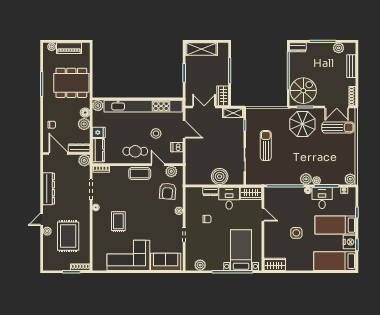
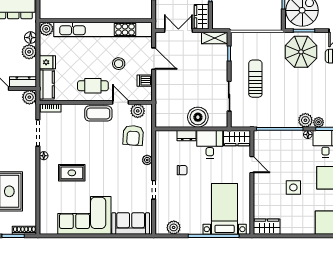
rug: (118, 221) -> (72, 173), turned 90

